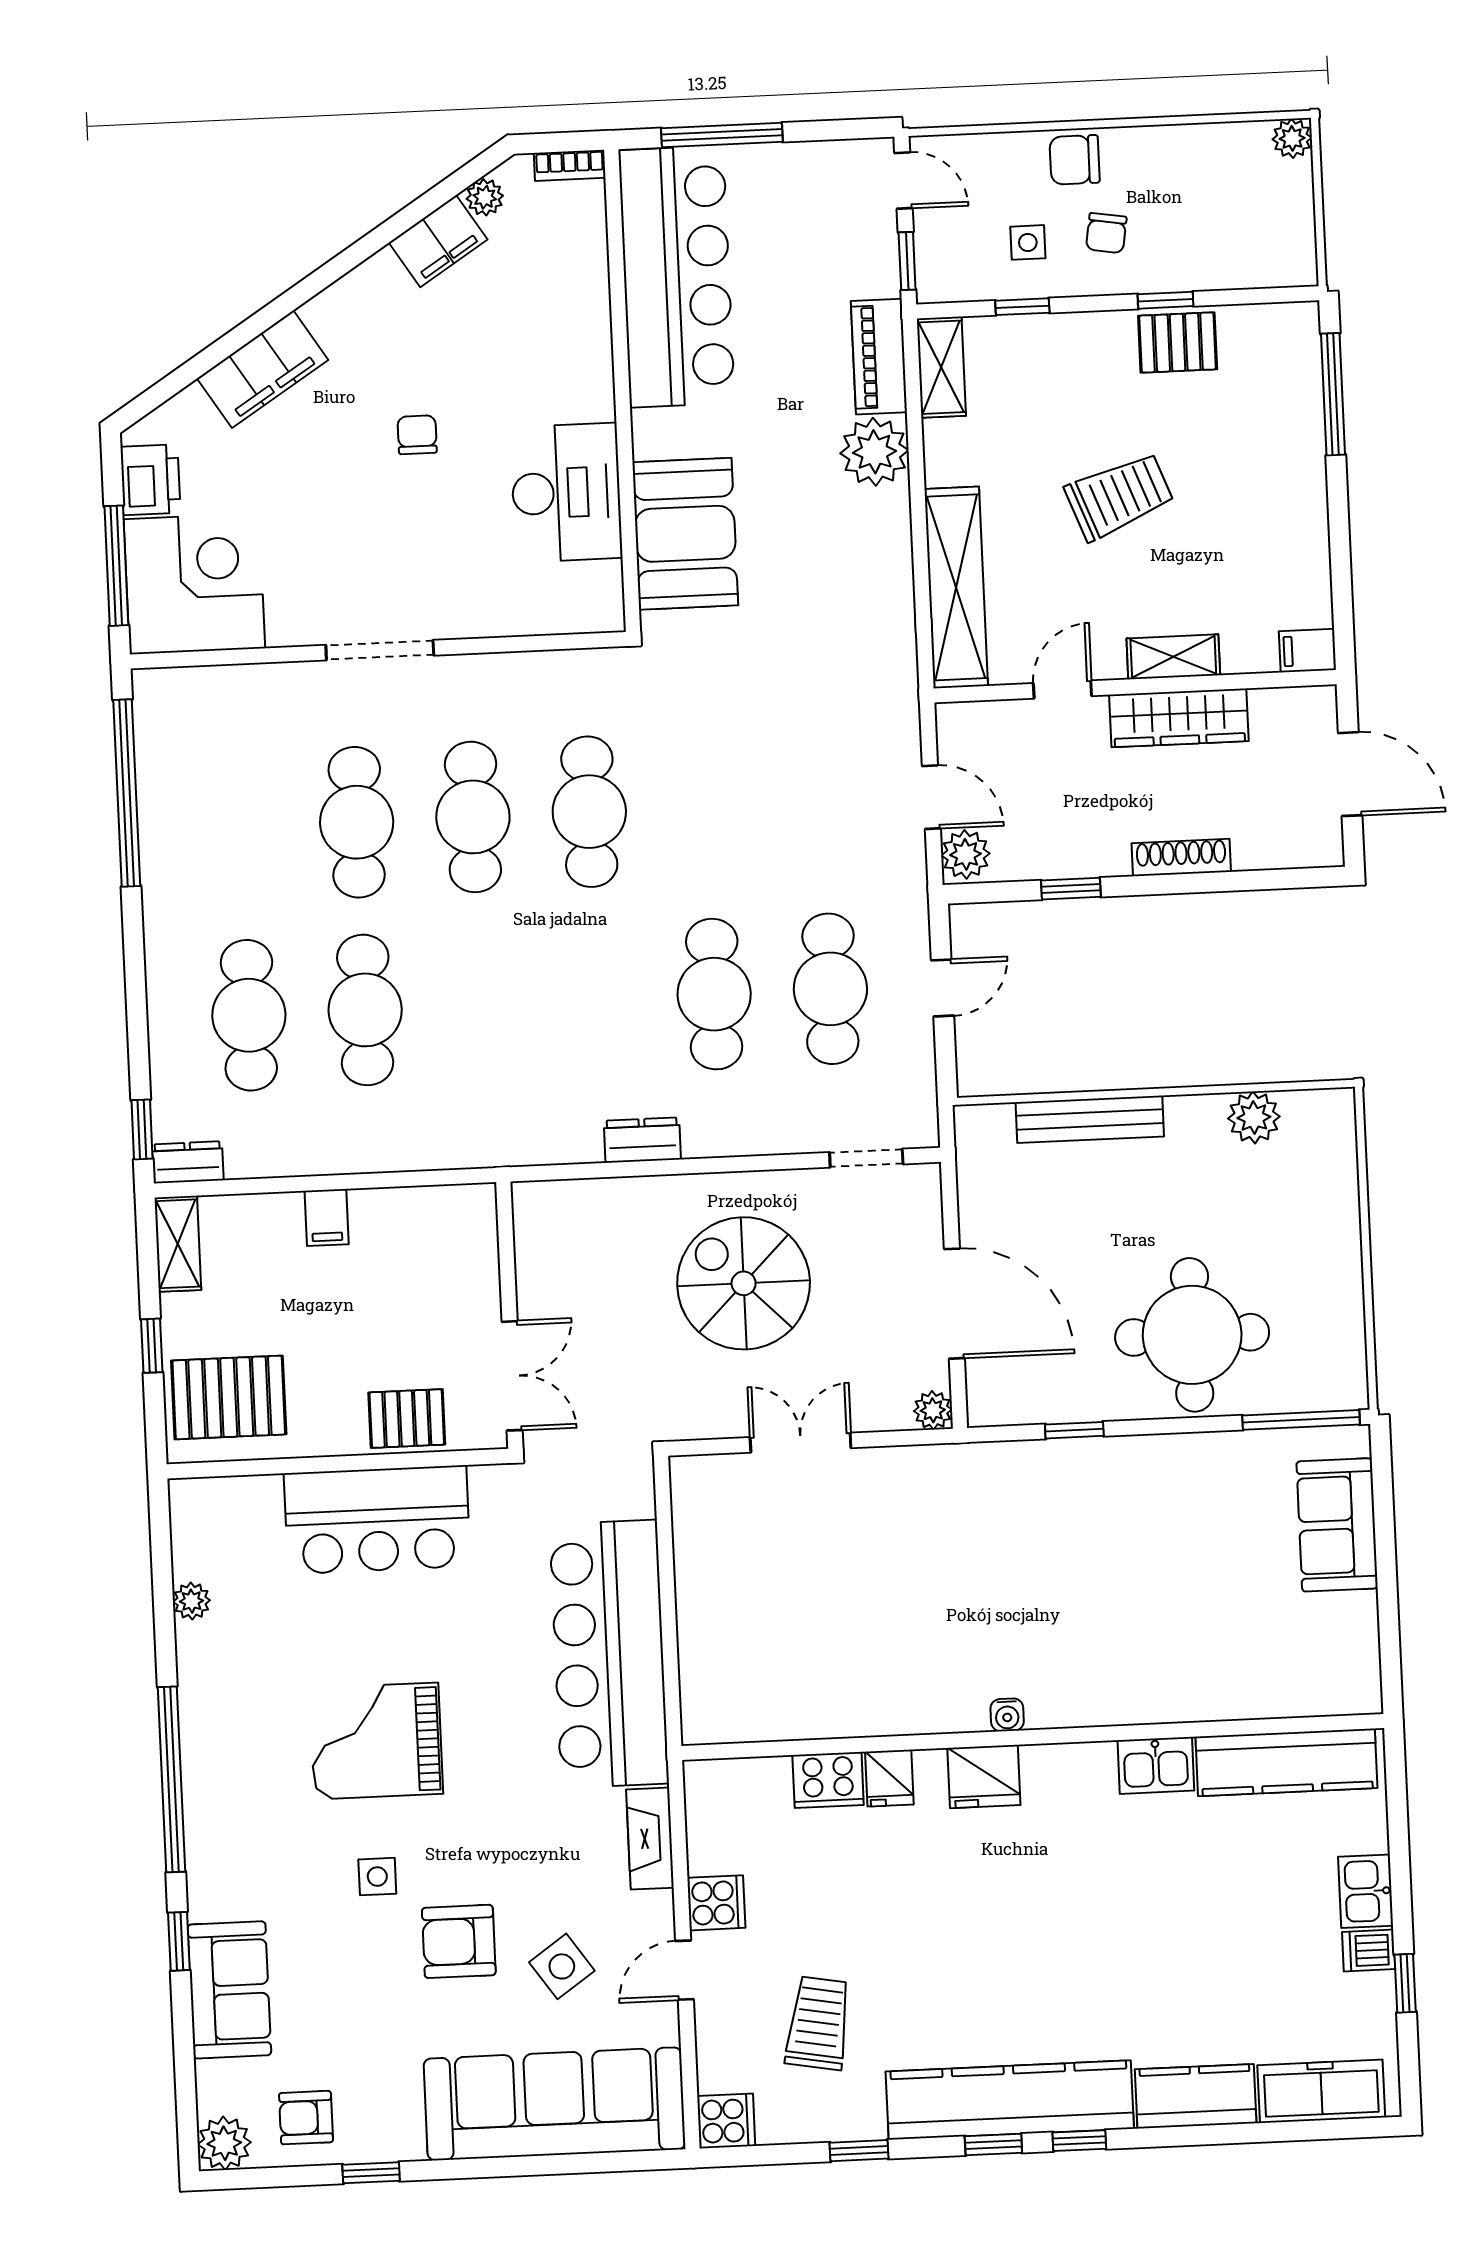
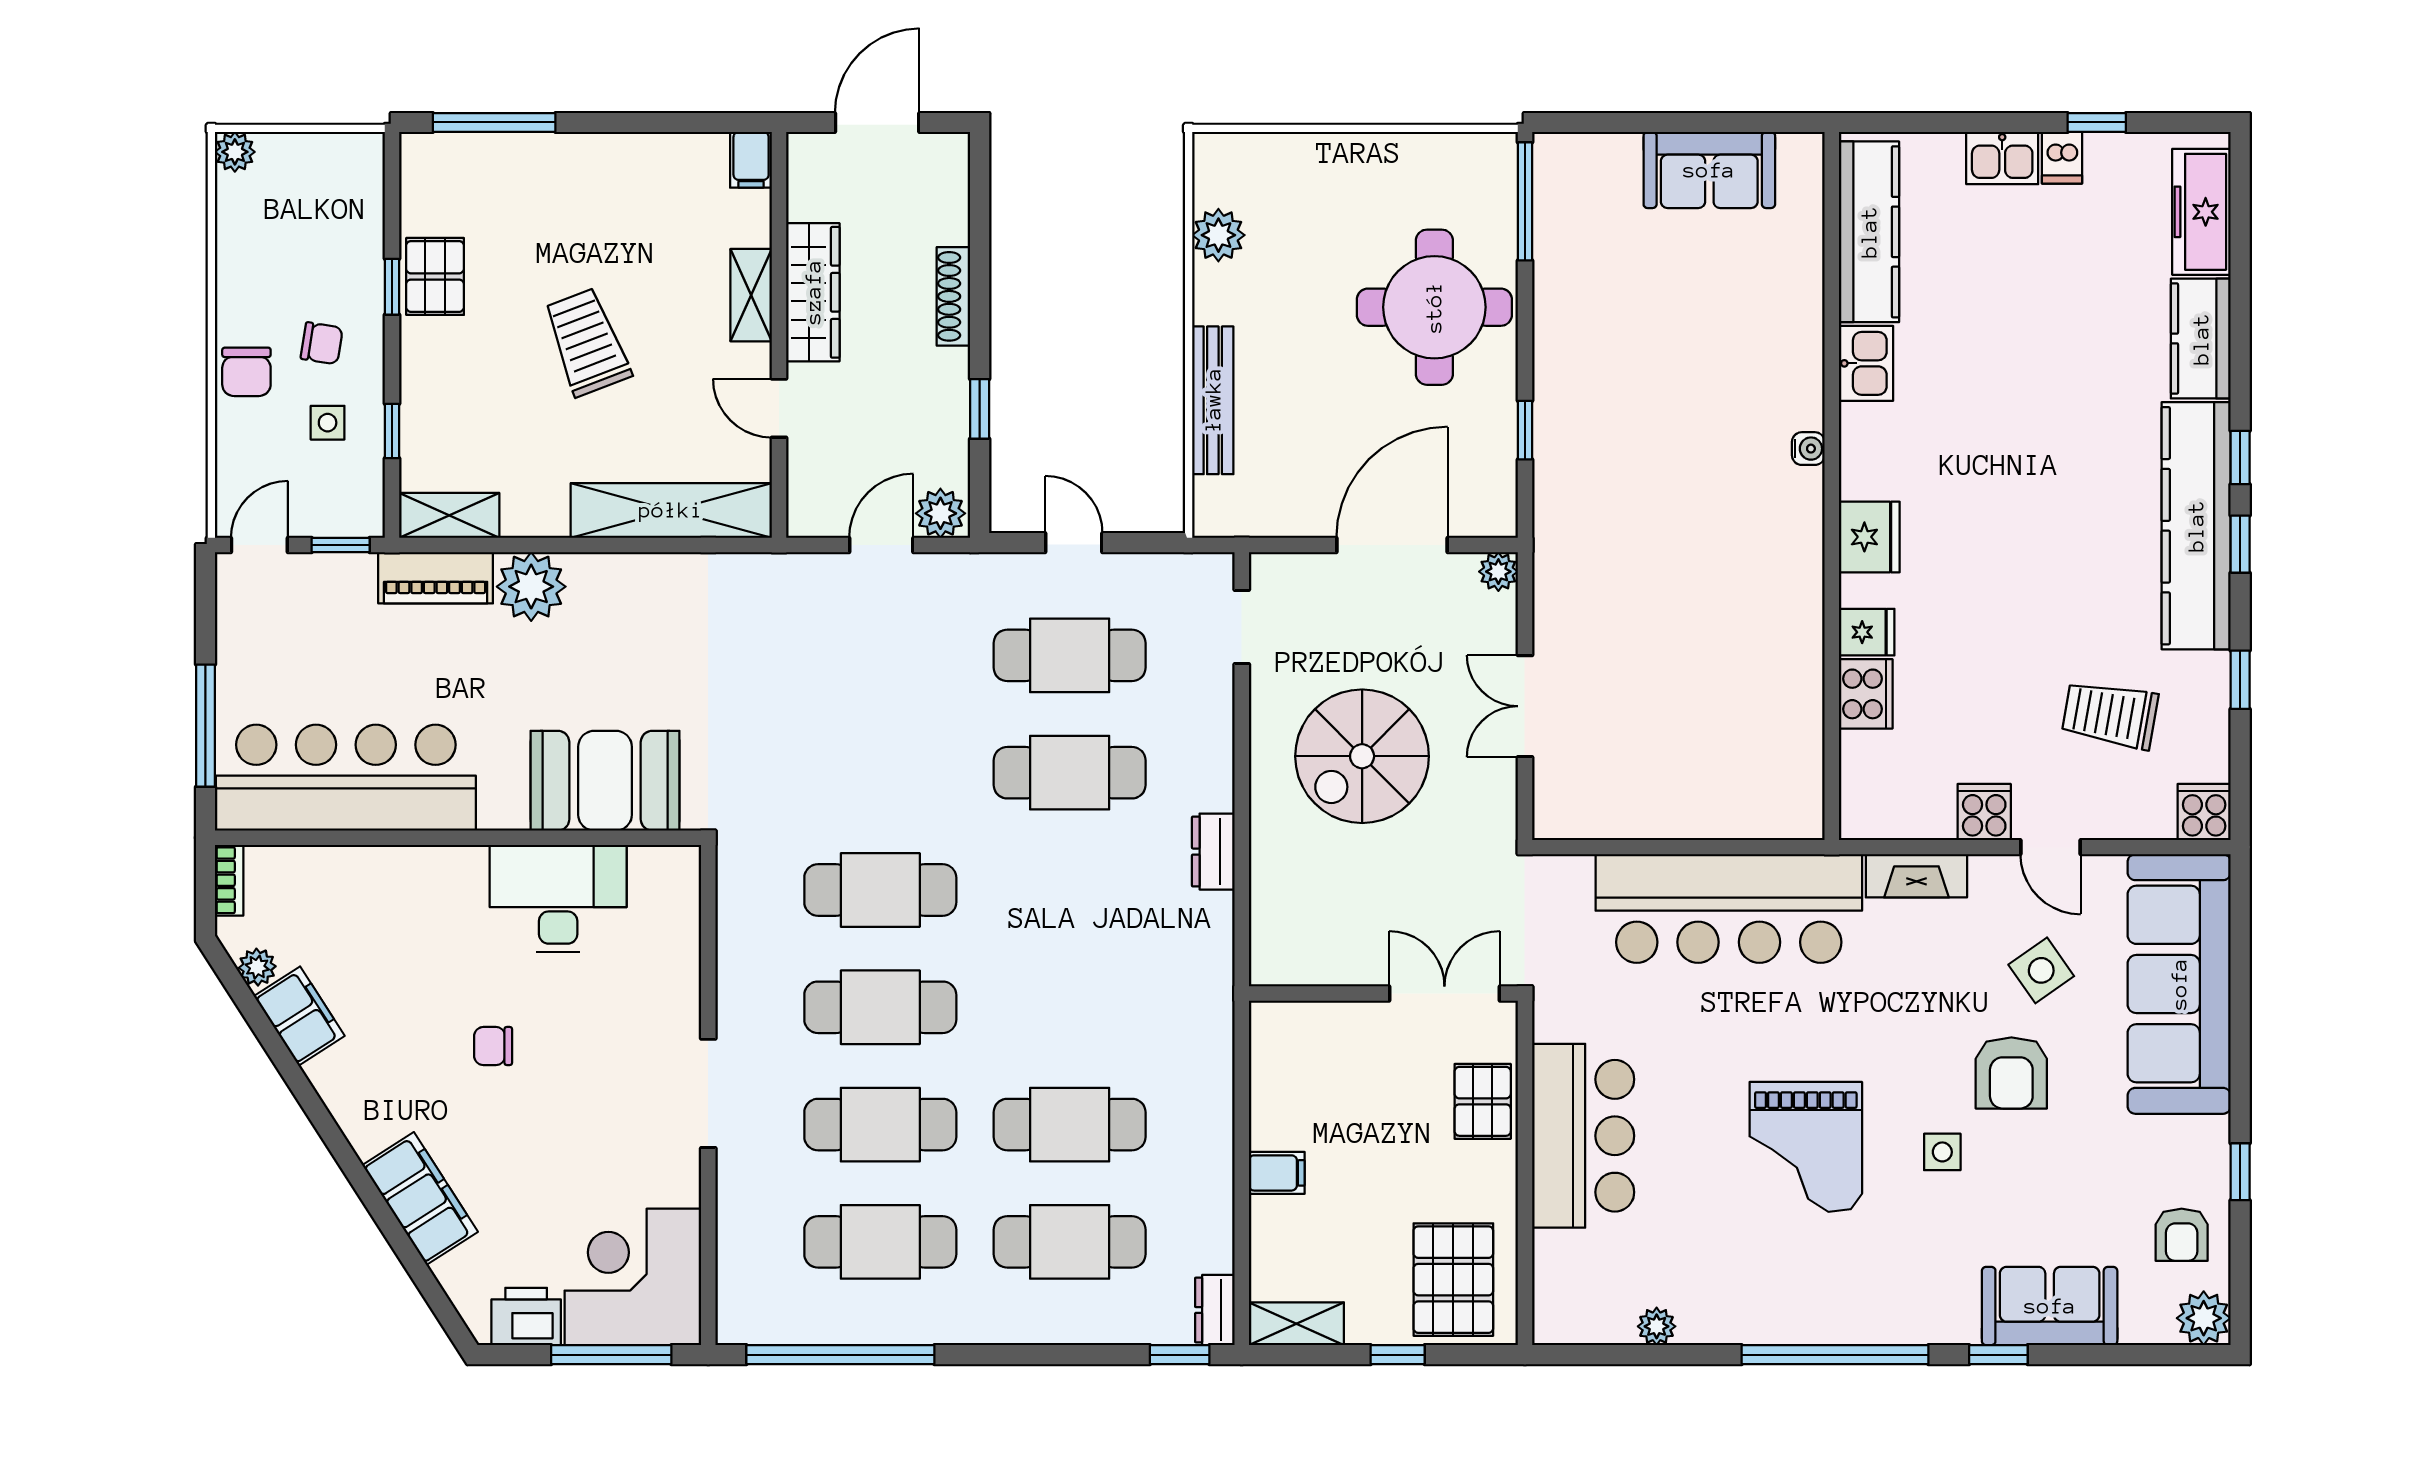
cafe table: (240, 828) -> (880, 1242), added
sofa: (1337, 1525) -> (1709, 170), moved
water cooler: (1007, 1715) -> (1808, 449), moved

